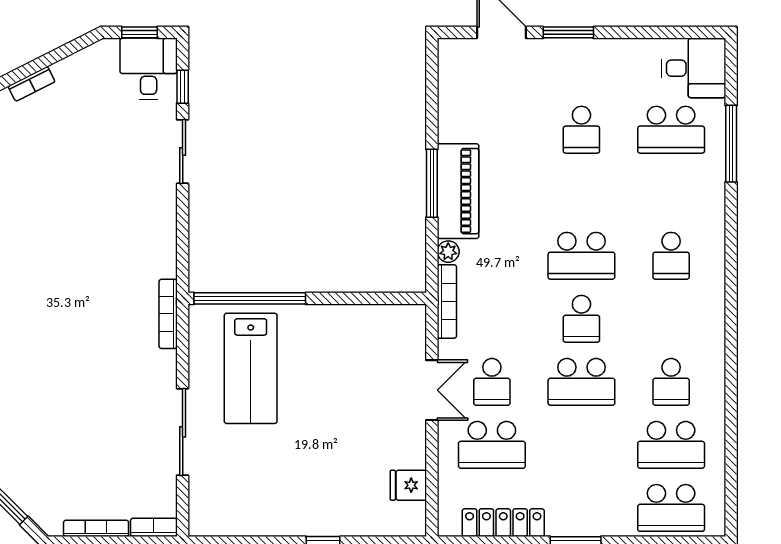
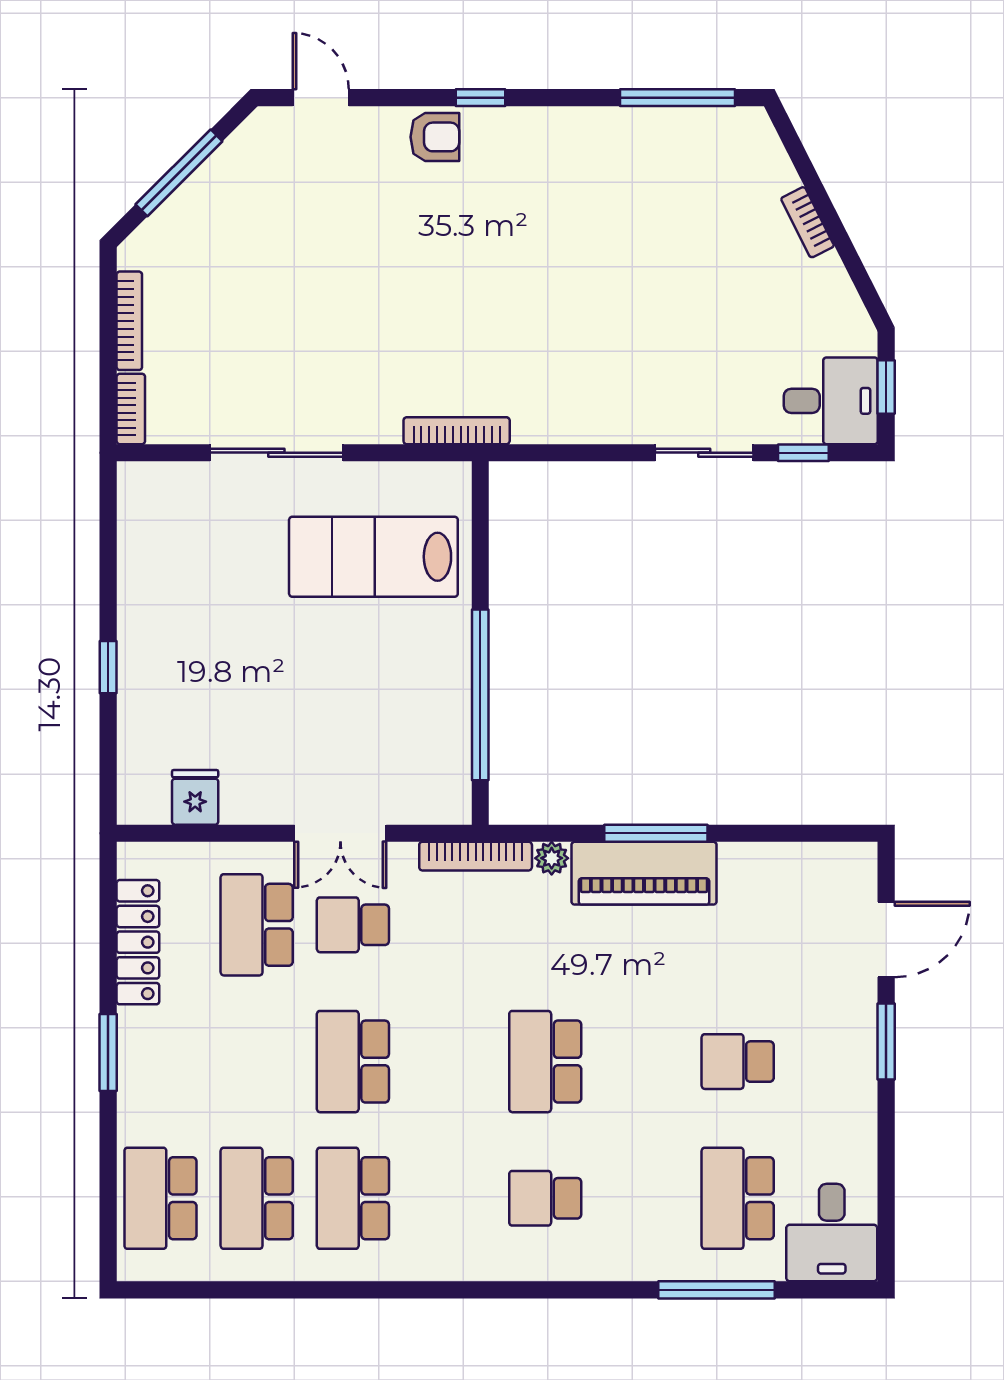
window: (250, 298) -> (480, 695), moved
school desk: (581, 319) -> (449, 1062), removed
school desk: (671, 382) -> (353, 1198), width x1.85

